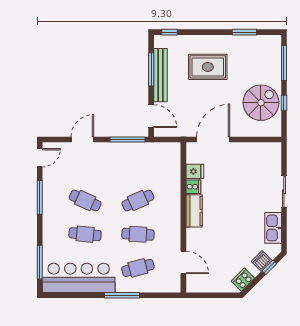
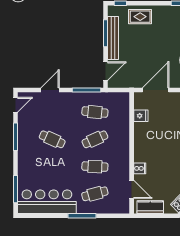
rug: (208, 67) -> (140, 17), moved, width x0.73, depth x0.70
door: (151, 116) -> (106, 71), hinge flipped
cooker: (193, 187) -> (140, 168), moved
kitchen counter: (194, 211) -> (150, 207), moved, turned -90
cafe table: (85, 234) -> (95, 112), moved

